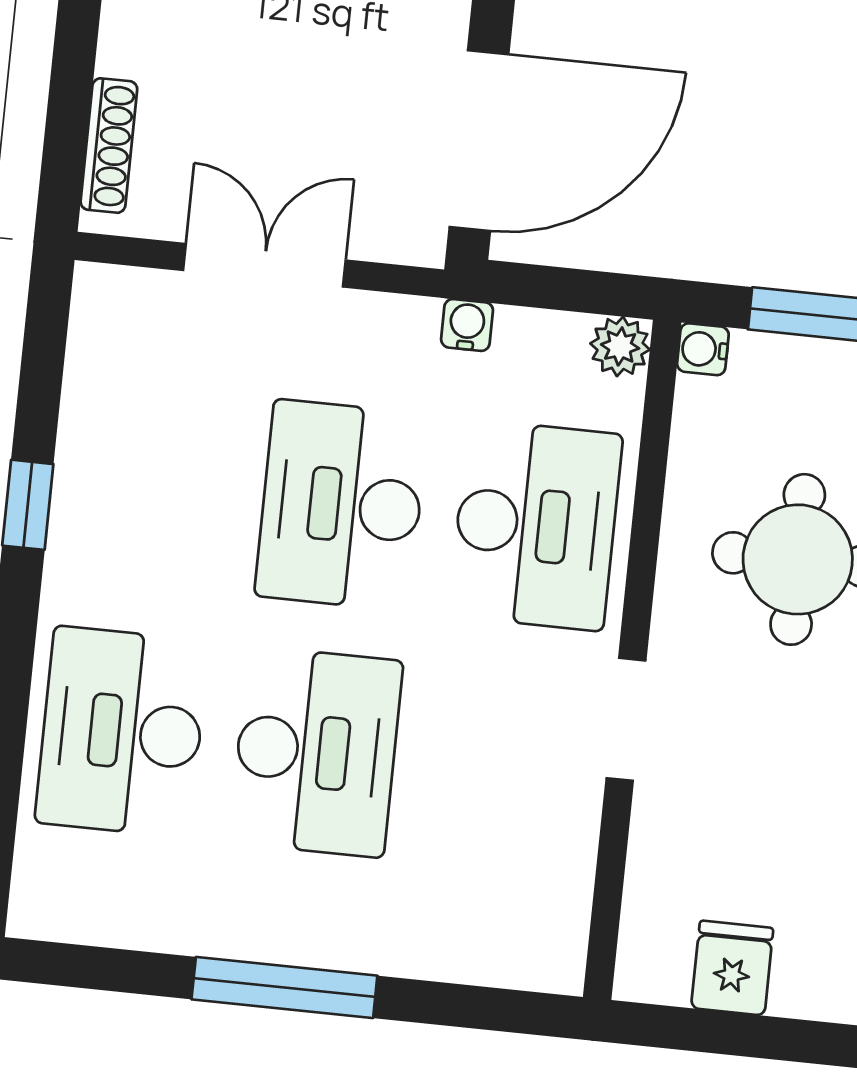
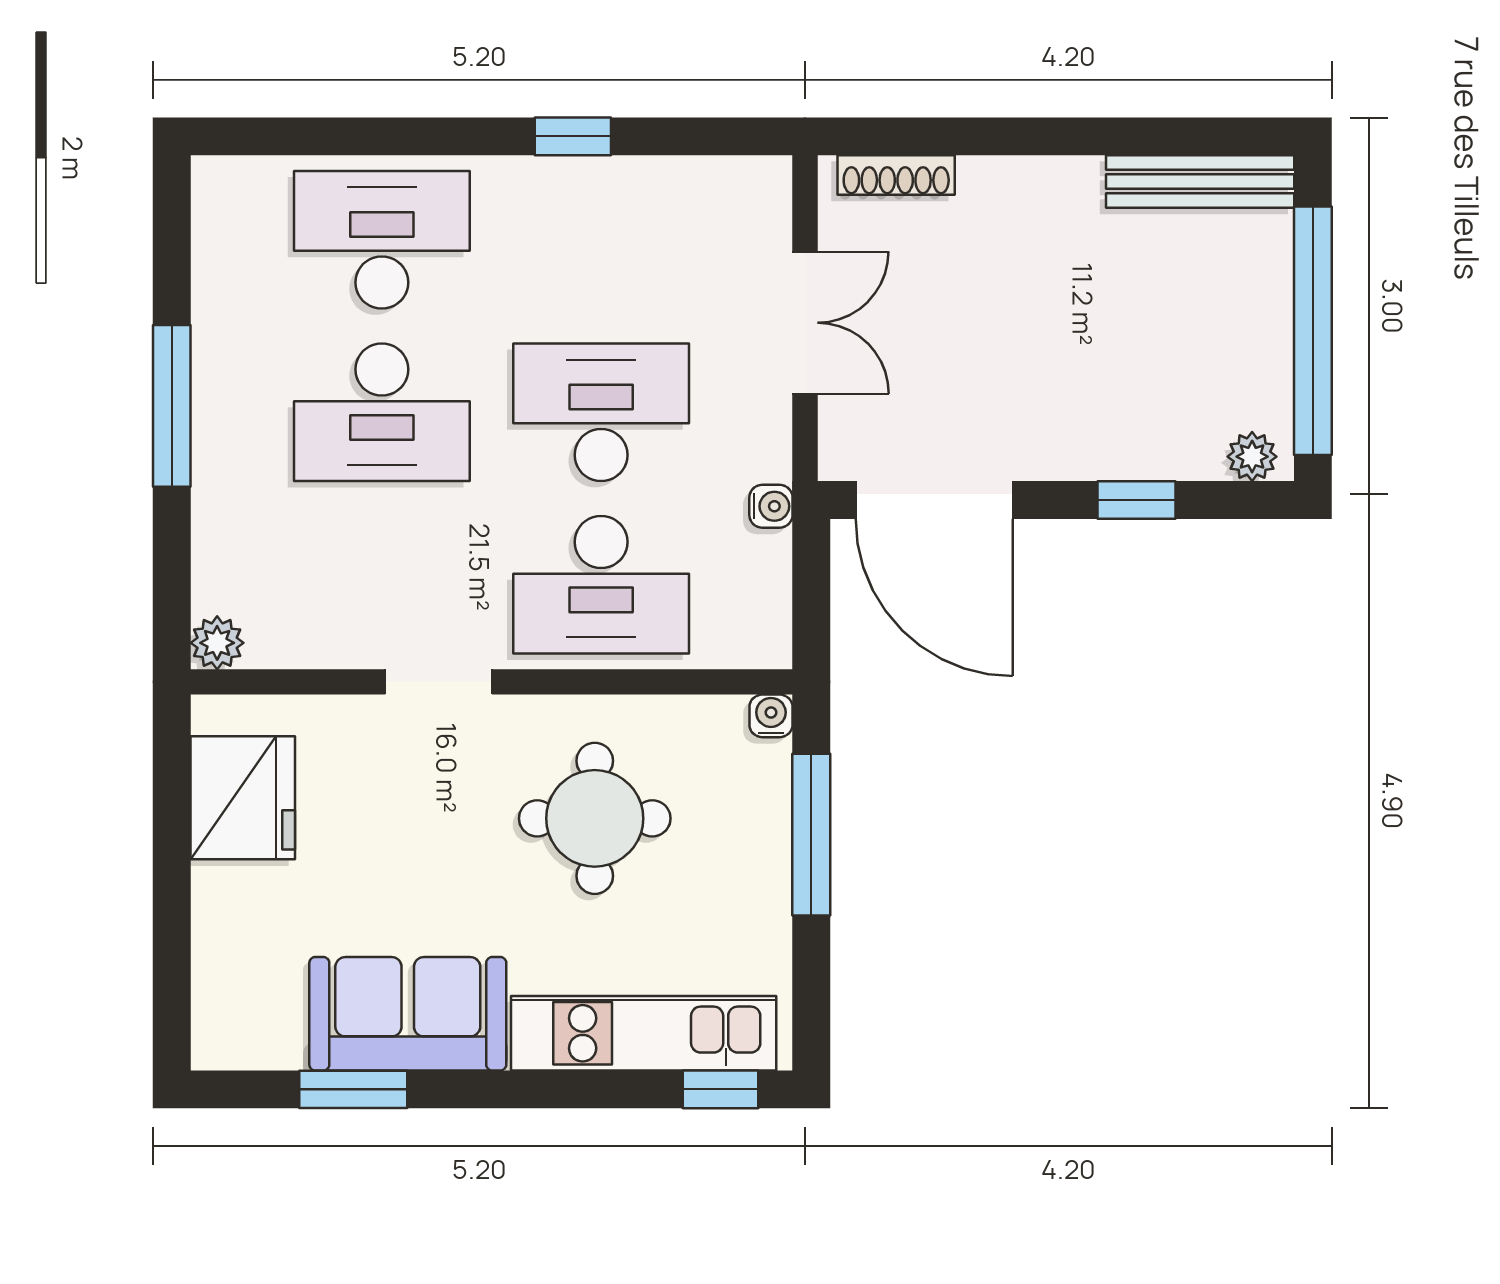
plant: (620, 346) -> (217, 643), moved
fridge: (732, 968) -> (243, 798), width x1.88, depth x1.34

